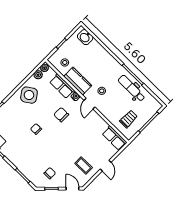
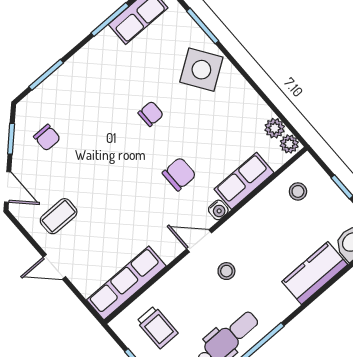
kitchen counter: (78, 81) -> (315, 273), moved, turned 180
side table: (29, 95) -> (201, 70), moved
row of seats: (114, 138) -> (126, 283), width x1.48
door: (73, 189) -> (8, 187), hinge flipped

